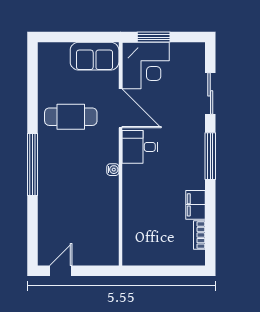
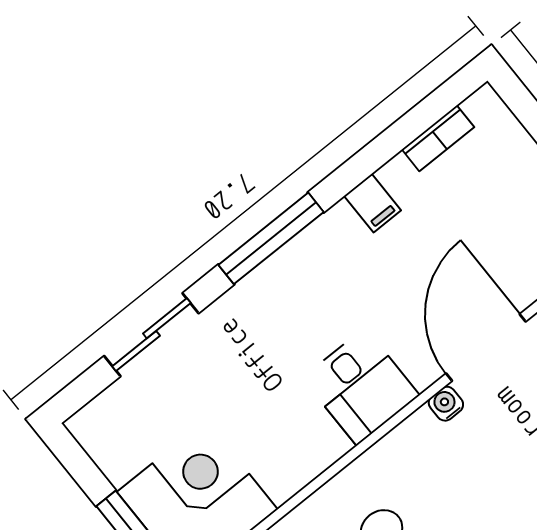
door: (121, 108) -> (486, 348), moved
filing cabinet: (196, 205) -> (373, 203), width x0.50

